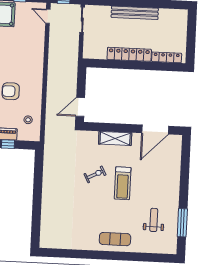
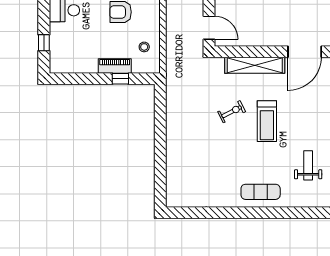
door: (80, 107) -> (209, 28), swing flipped
shelving: (115, 138) -> (255, 65), width x1.47

